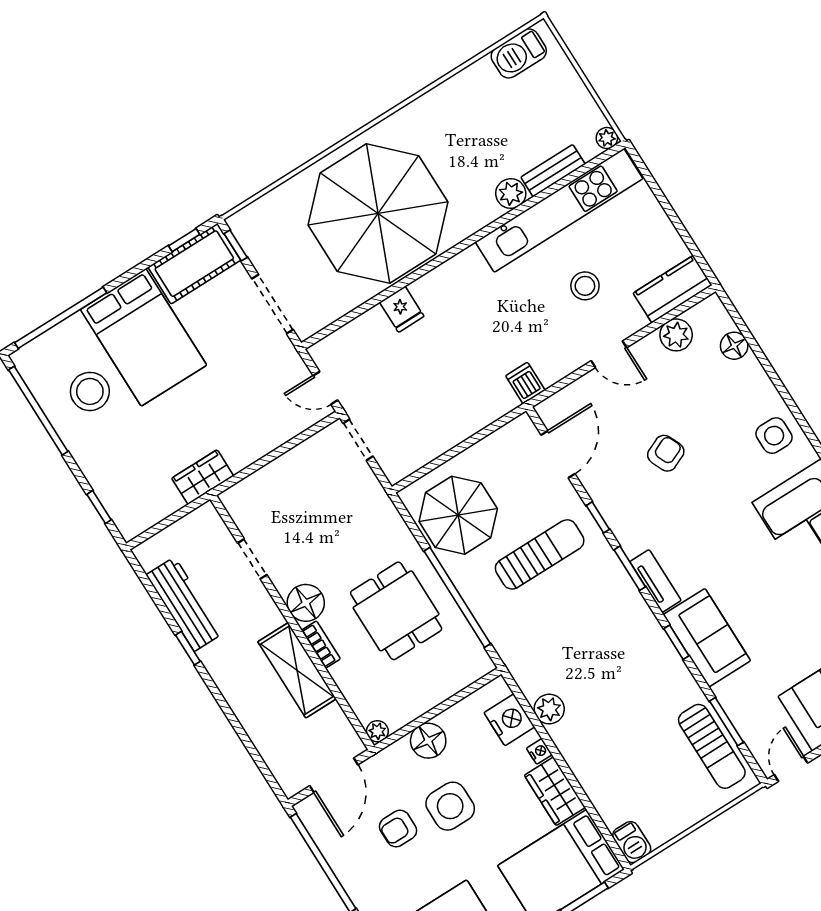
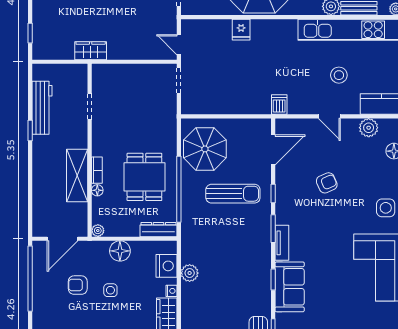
floor lamp: (306, 603) -> (97, 190), moved, width x0.53, depth x0.53
dresser: (464, 674) -> (158, 230), added
side table: (450, 806) -> (110, 290), width x0.54, depth x0.54

